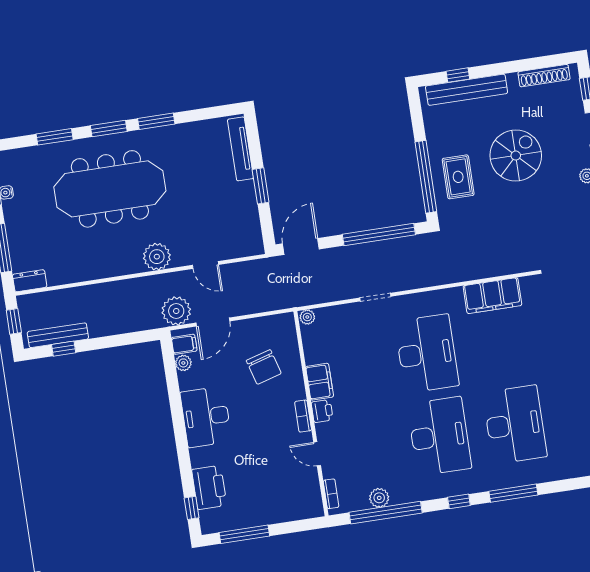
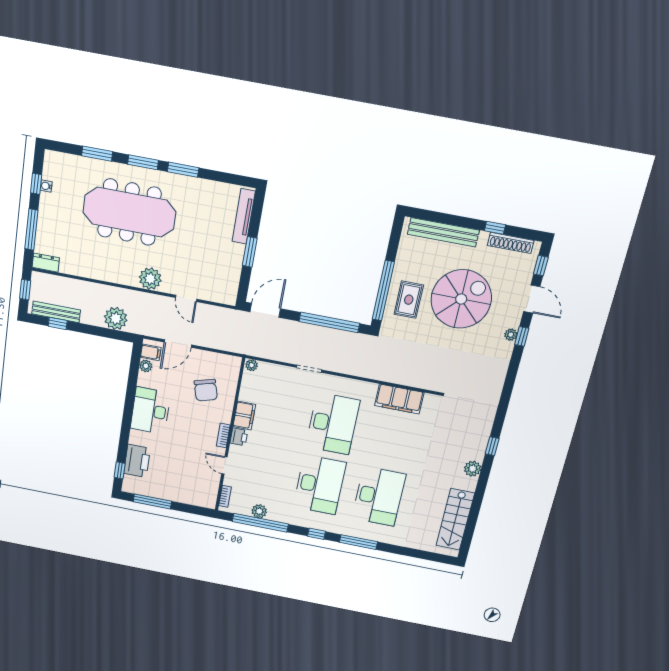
window: (458, 75) -> (495, 228), moved
spiral stairs: (516, 156) -> (461, 299), width x1.37, depth x1.37
plant: (176, 311) -> (116, 318), moved

